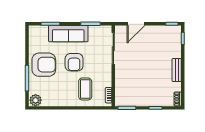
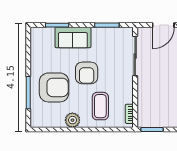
sofa: (68, 34) -> (73, 37), width x0.73
armchair: (44, 65) -> (54, 87), moved
plant: (36, 100) -> (72, 120), moved

